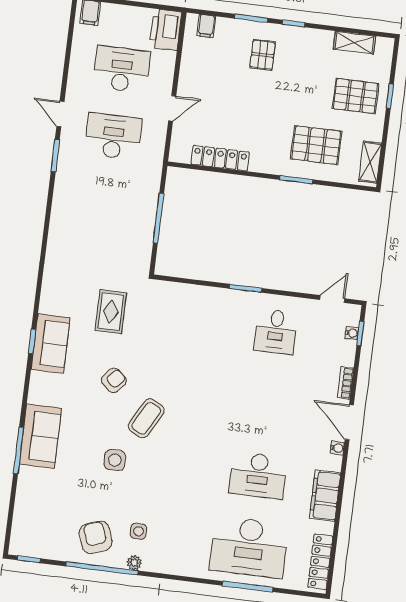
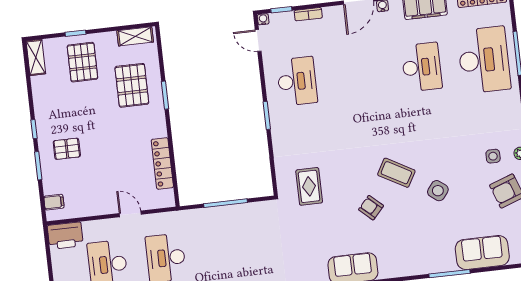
shelving: (354, 43) -> (36, 57), moved
rug: (111, 312) -> (309, 186), moved, turned 90
desk: (276, 332) -> (297, 81), width x1.37
water cooler: (352, 333) -> (263, 19), moved
bookcase: (345, 383) -> (308, 14), moved
sofa: (40, 436) -> (482, 253), moved
side table: (115, 460) -> (438, 191), turned 38

